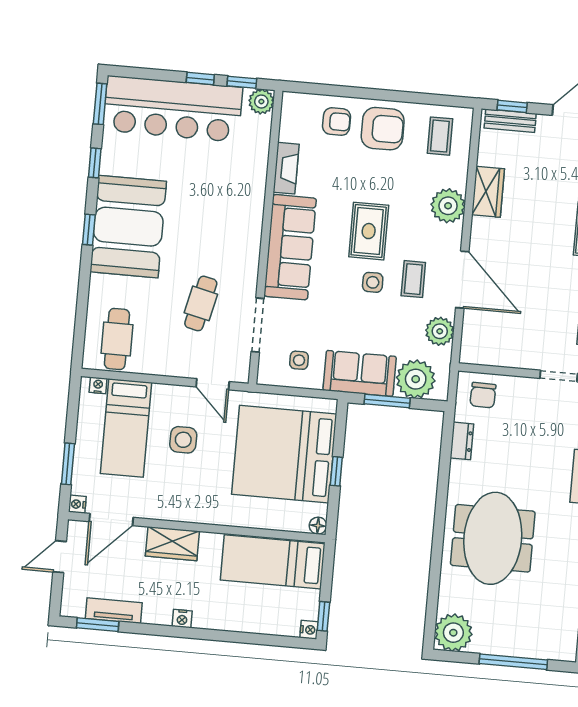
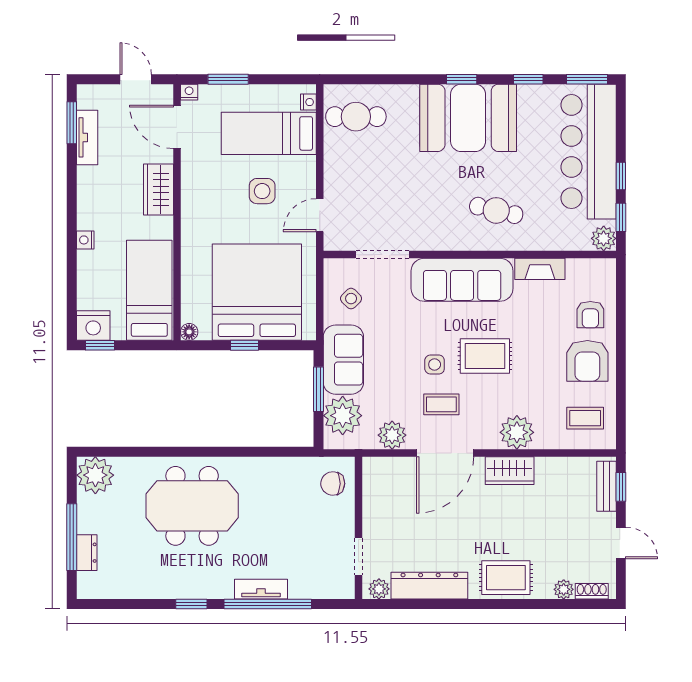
wardrobe: (488, 192) -> (510, 471), moved
cafe table: (201, 303) -> (496, 210), moved
side table: (299, 360) -> (351, 299), turned 45
dresser: (462, 441) -> (87, 553), moved, turned -90
nightstand: (182, 619) -> (85, 240), moved
nightstand: (309, 630) -> (93, 326), width x1.89, depth x1.79

